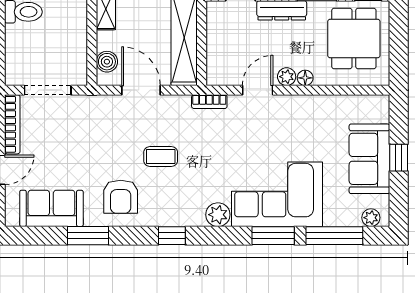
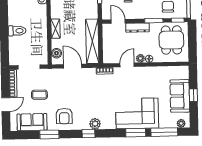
coffee table: (161, 157) -> (39, 95), moved
plant: (218, 215) -> (95, 124), moved

